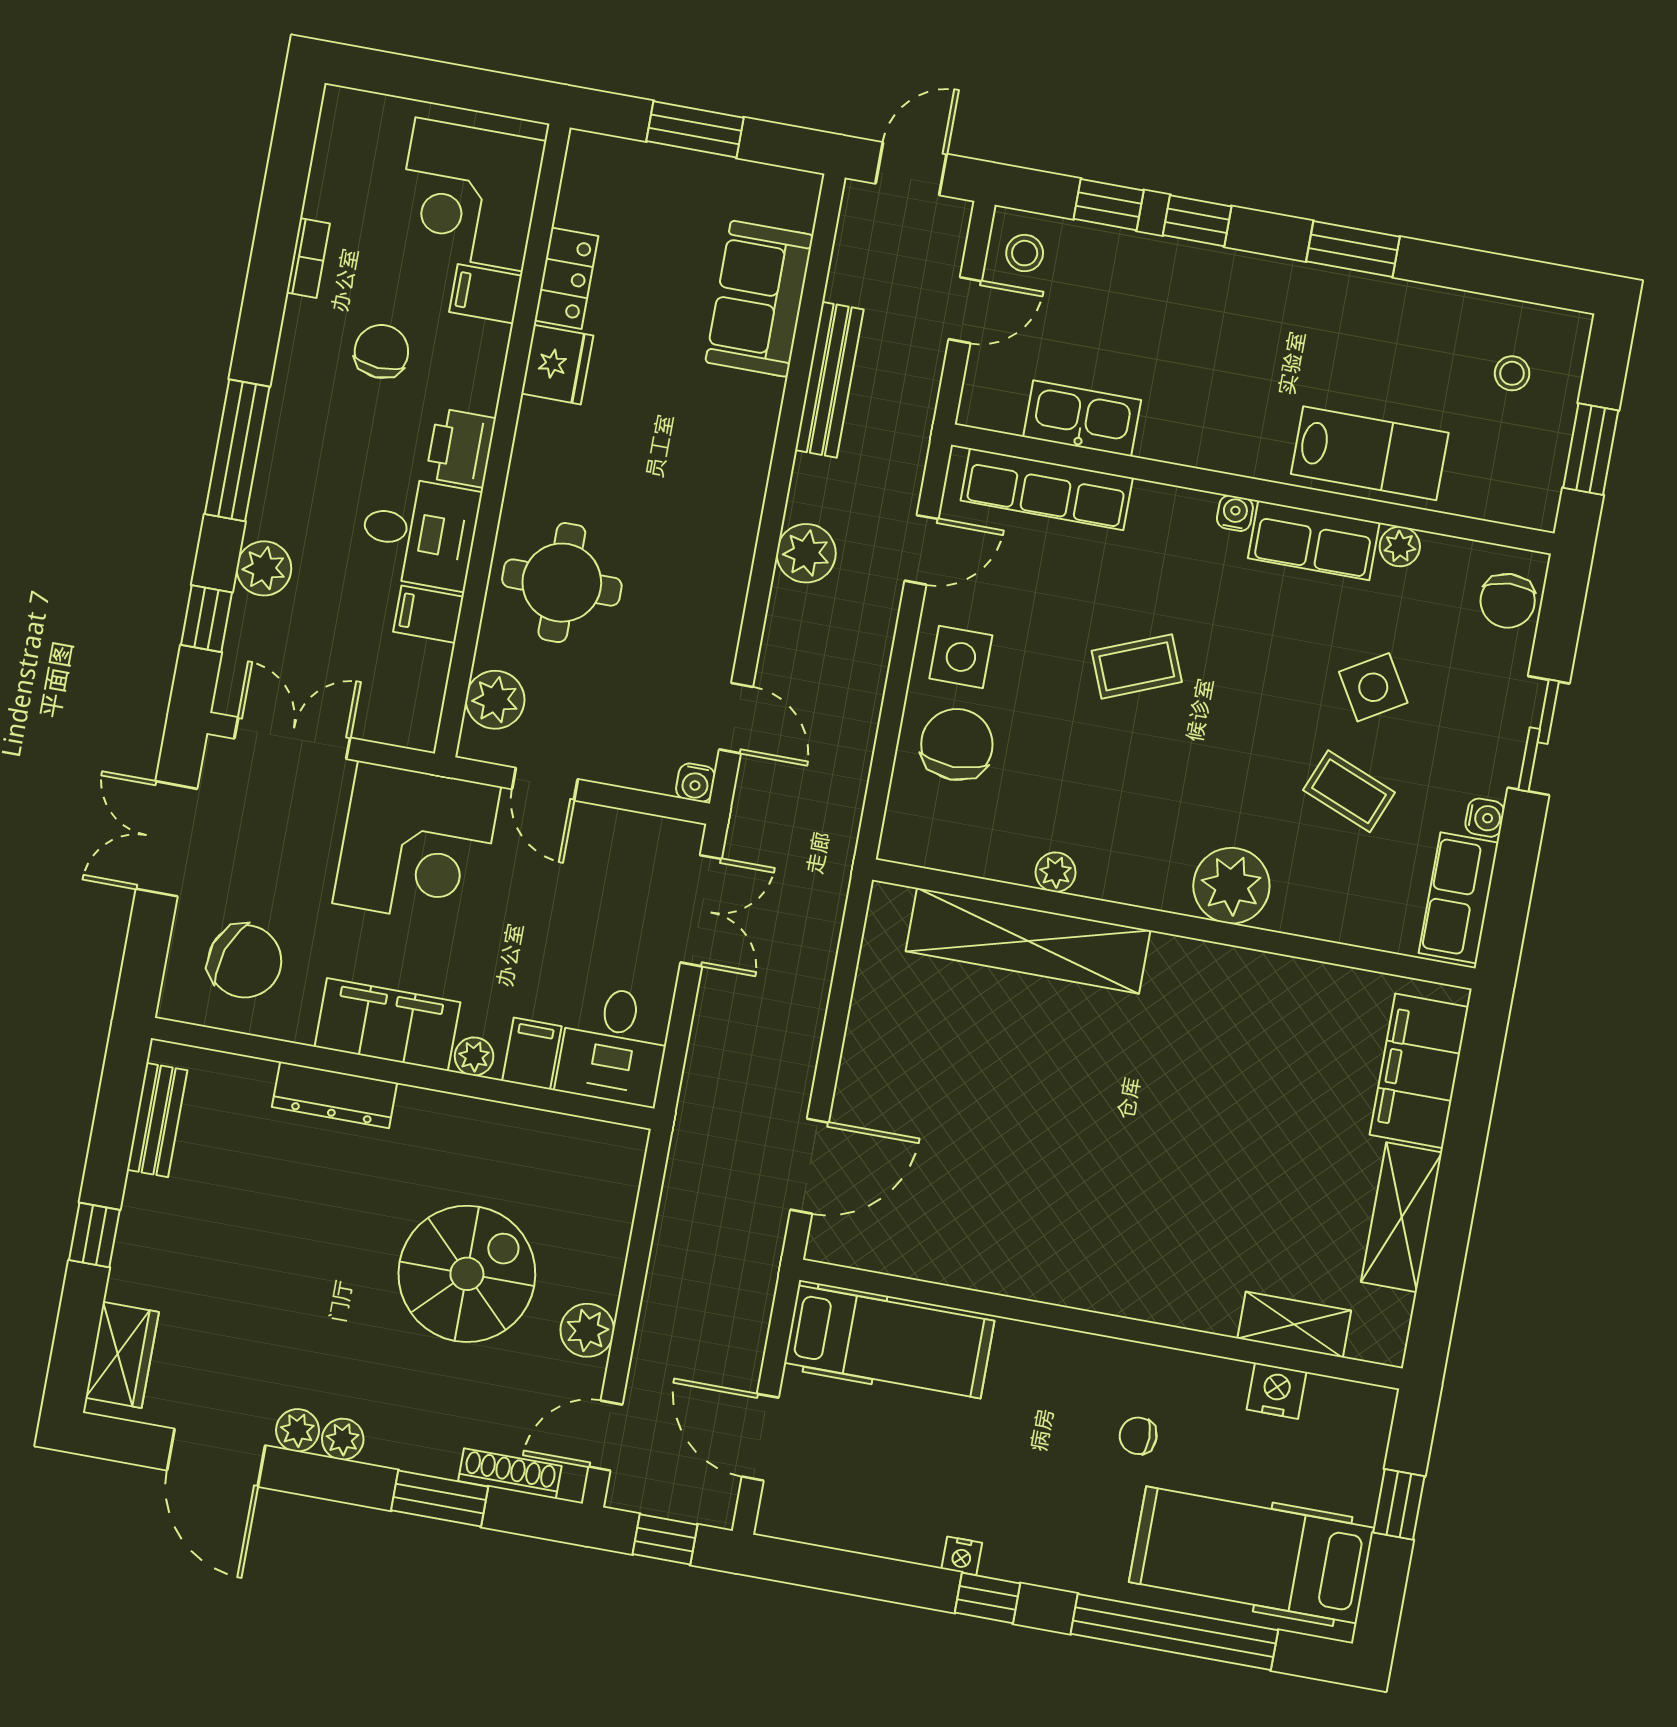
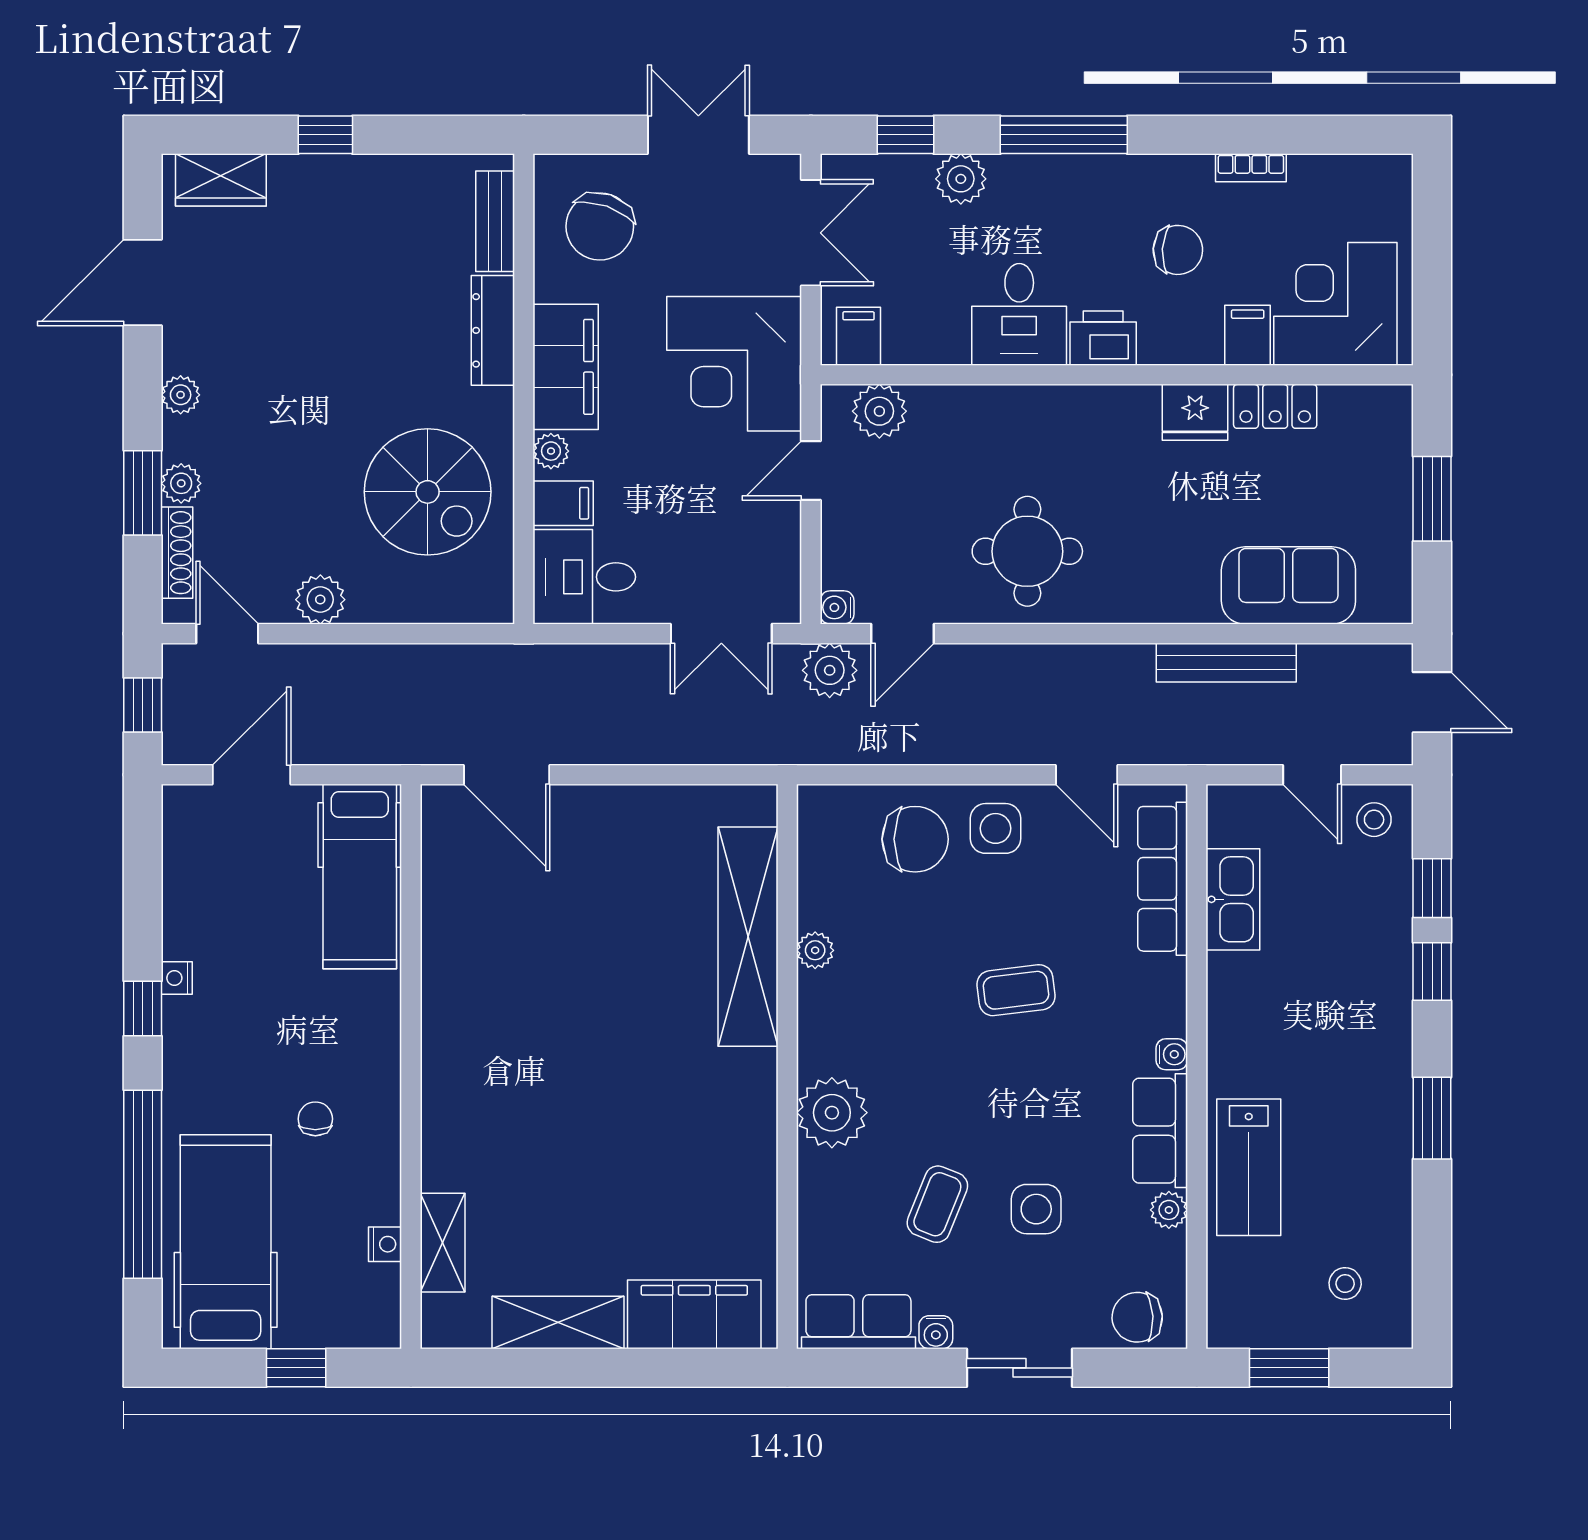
plant: (806, 553) -> (830, 670), moved
round table: (562, 583) -> (1027, 551), moved
filing cabinet: (428, 614) -> (859, 336), moved
coffee table: (1137, 666) -> (1016, 990), turned -75
side table: (1373, 687) -> (1036, 1209), turned 31
bench: (157, 1120) -> (495, 221), moved, turned 90
spiral stairs: (467, 1274) -> (428, 492), moved
nightstand: (1276, 1391) -> (385, 1244), width x0.72, depth x0.74
plant: (298, 1430) -> (181, 483), moved

